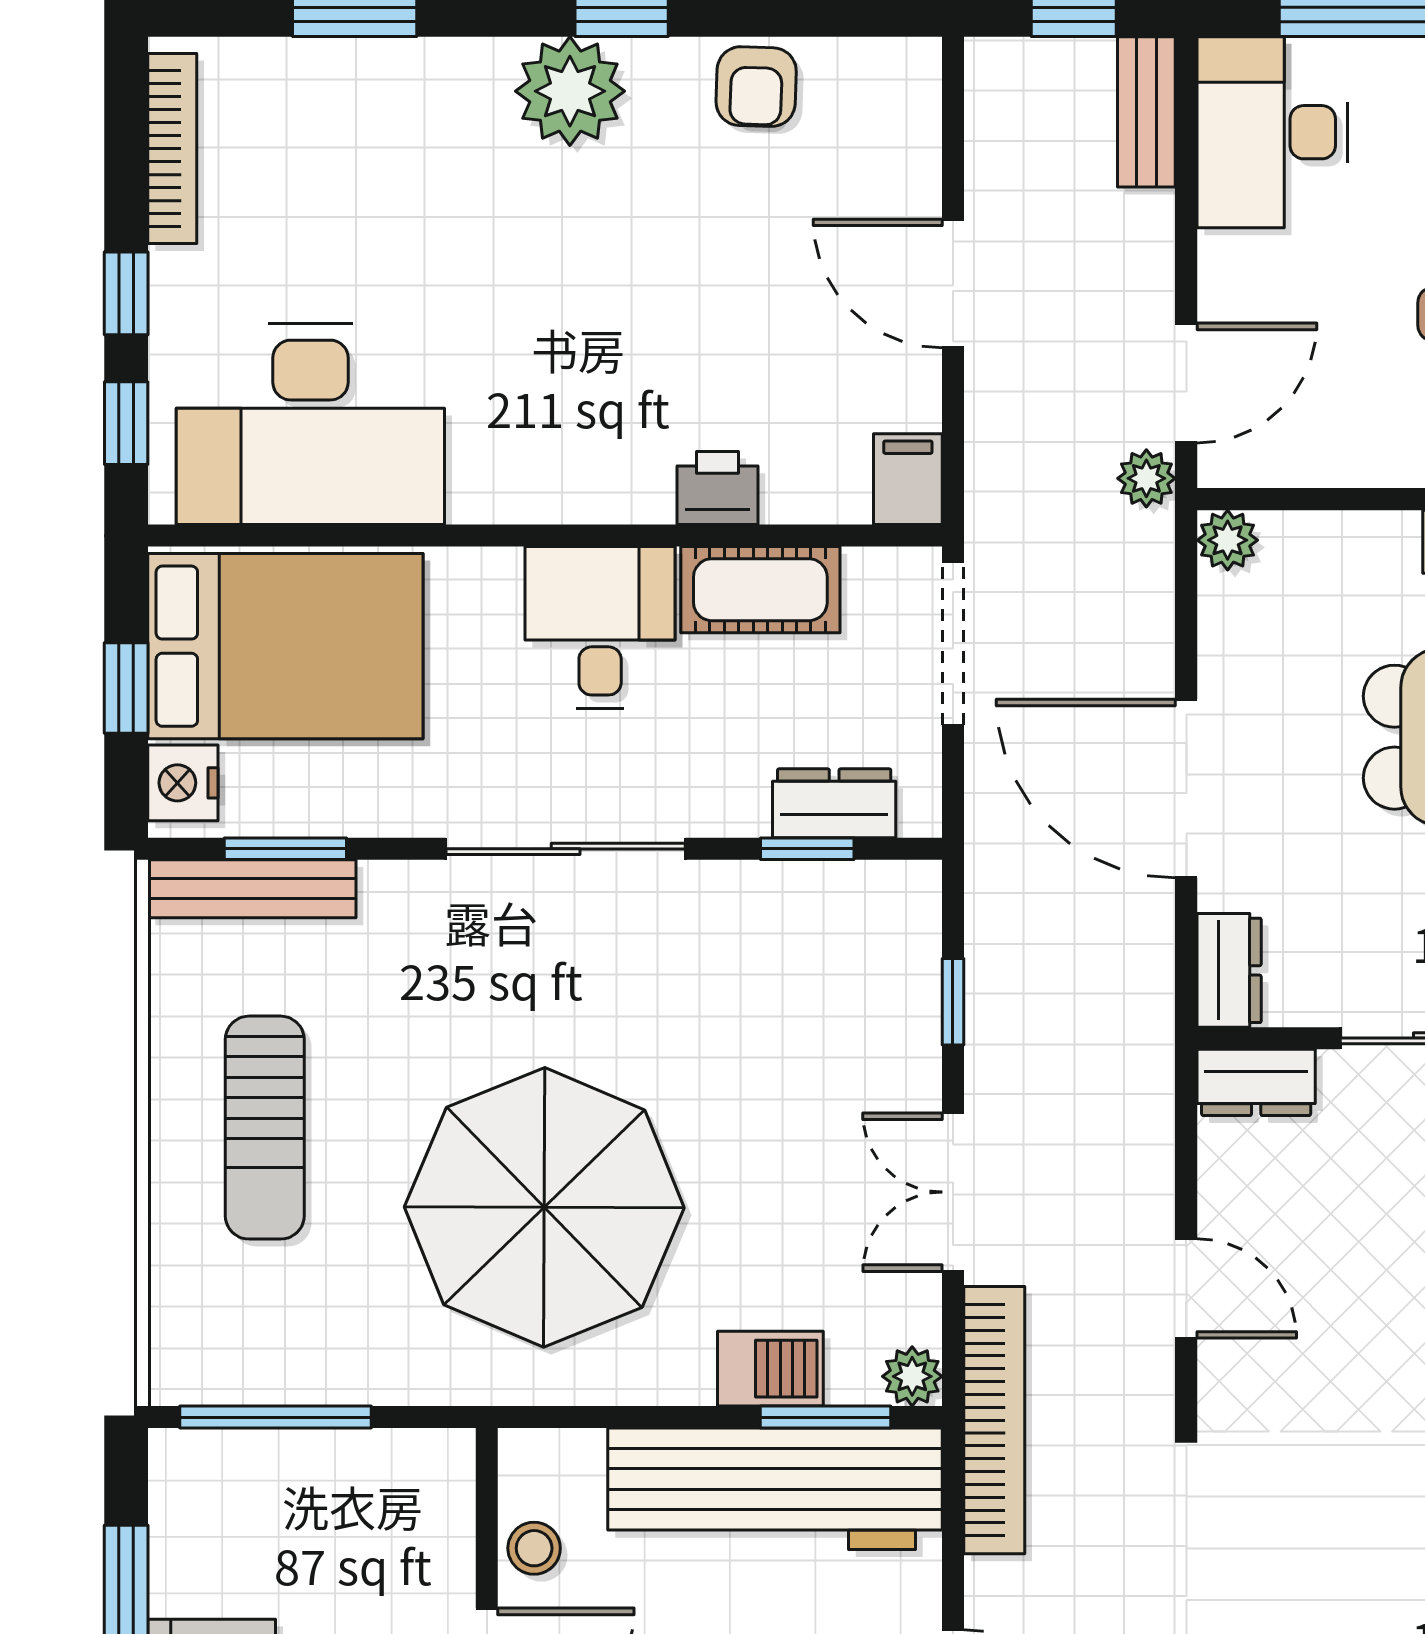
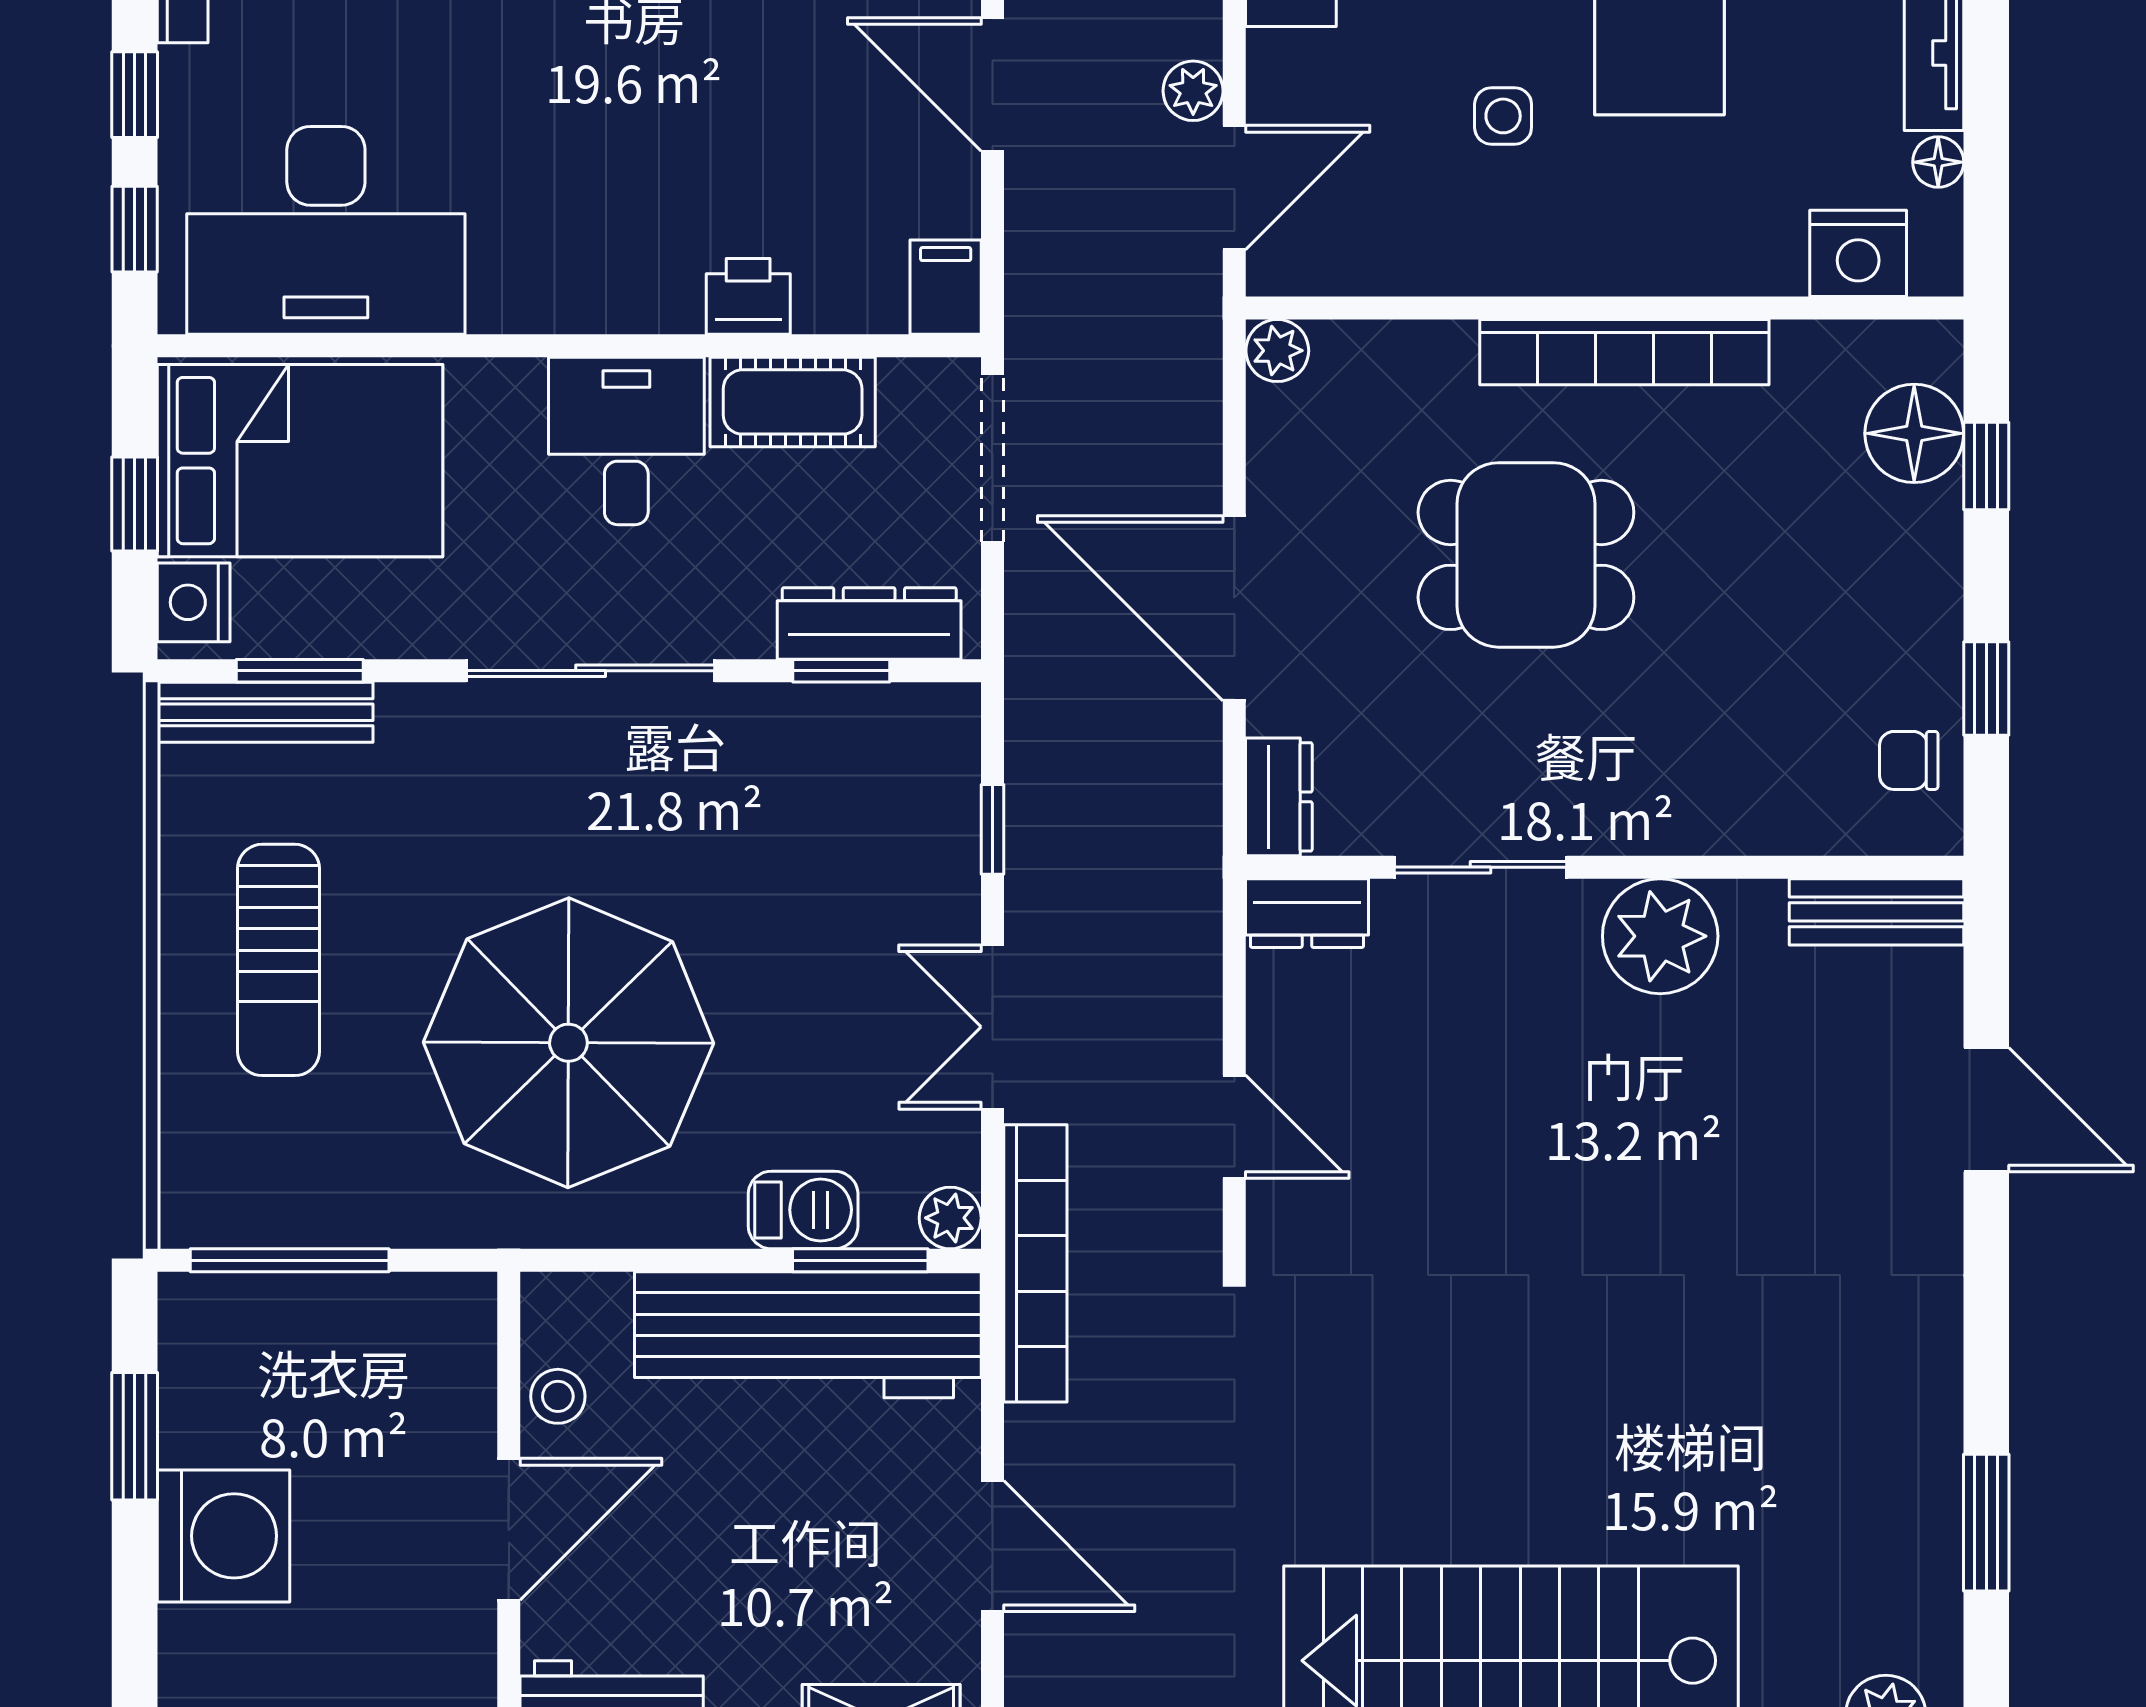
plant: (1146, 478) -> (1193, 91), moved
dresser: (834, 803) -> (869, 624), width x1.44

